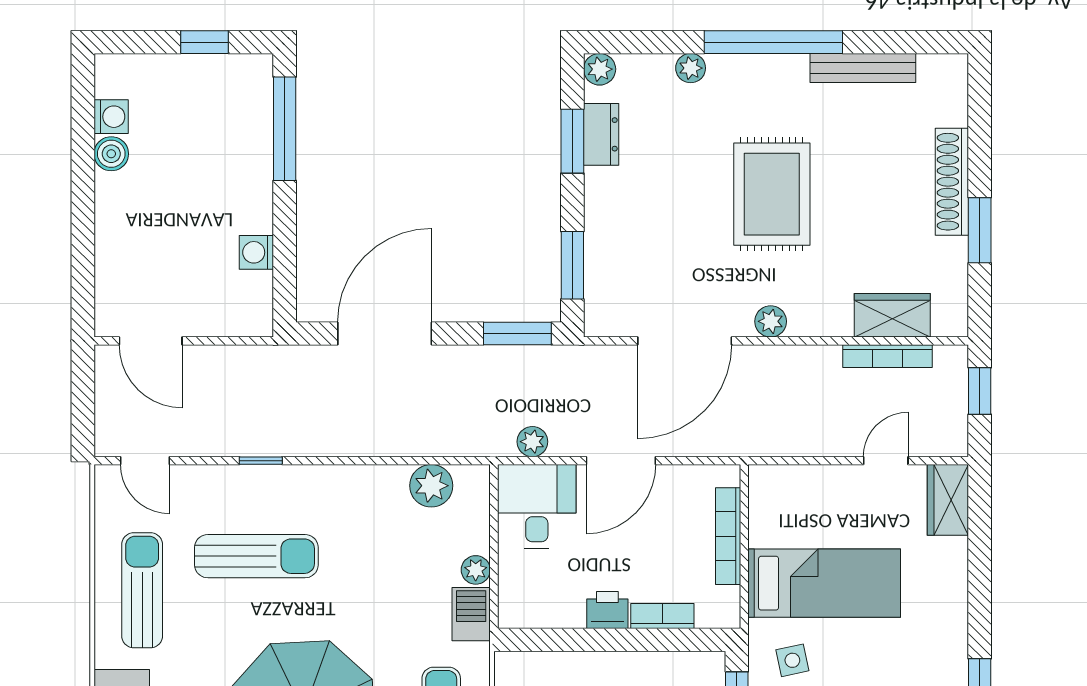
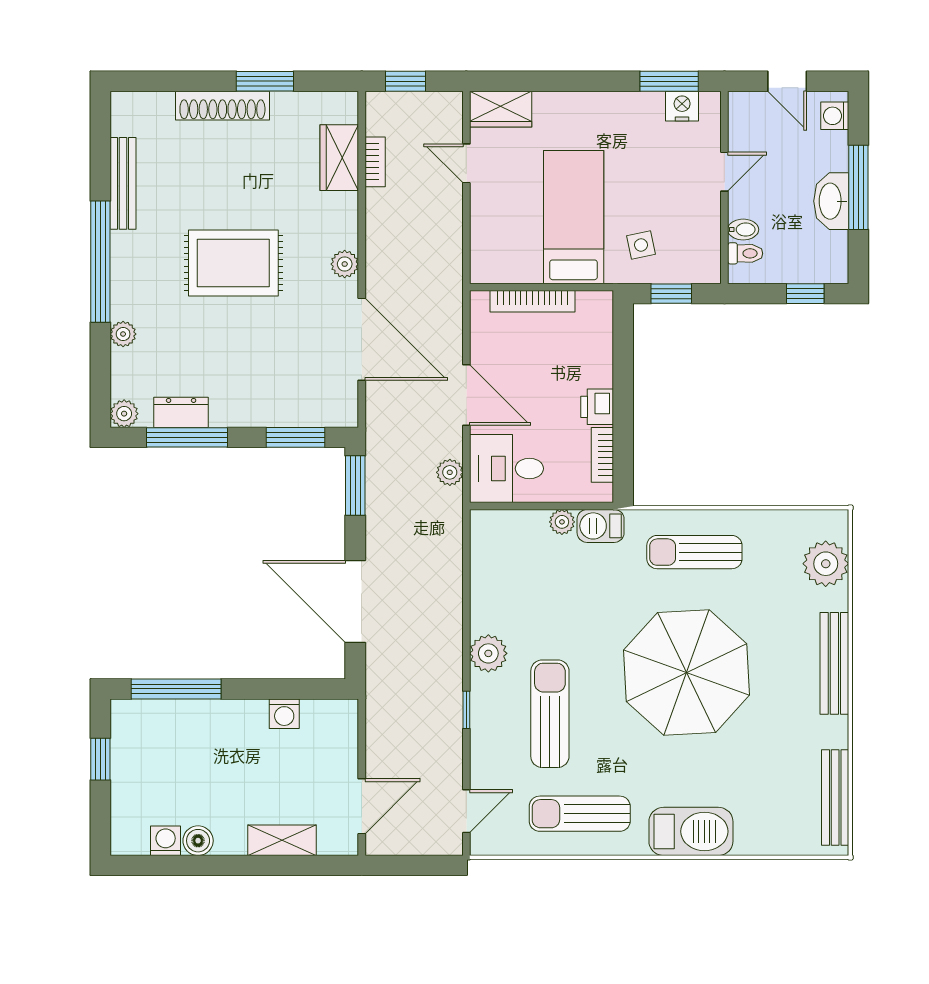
window: (572, 141) -> (187, 437), width x1.44
shelving: (112, 250) -> (282, 840), added
bookcase: (888, 356) -> (375, 162), width x0.64
plant: (431, 486) -> (488, 653), moved
bookcase: (662, 616) -> (602, 455), moved

